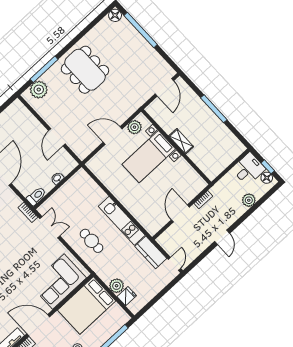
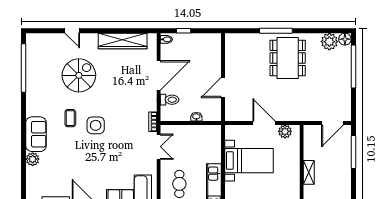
window: (44, 69) -> (276, 31), moved
plant: (39, 90) -> (329, 42), moved
window: (214, 109) -> (353, 152), moved
bed with nightstands: (149, 157) -> (249, 161), moved, turned 180
toilet: (36, 196) -> (170, 100), moved

